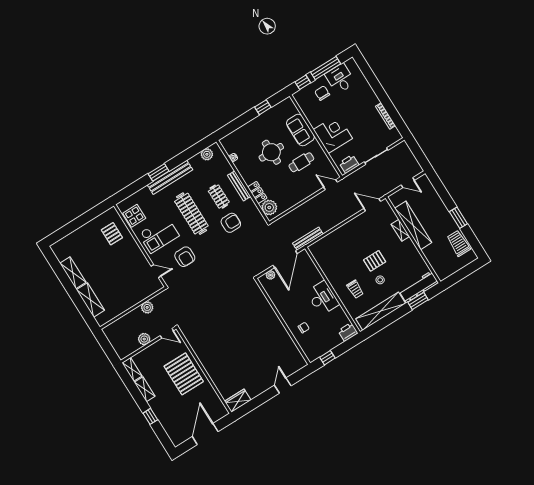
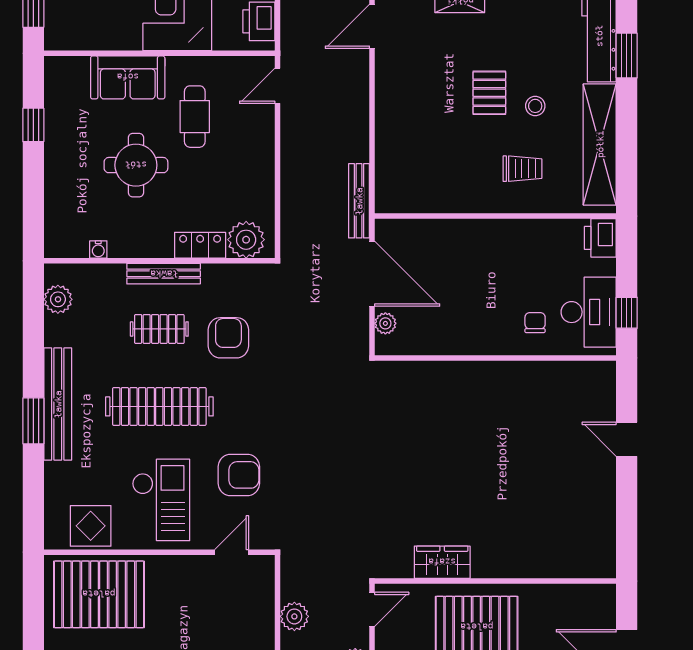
pallet: (112, 234) -> (99, 594), width x2.05, depth x2.00
desk: (323, 298) -> (589, 312), moved, turned 90
wardrobe: (238, 401) -> (442, 562), moved, turned 90

